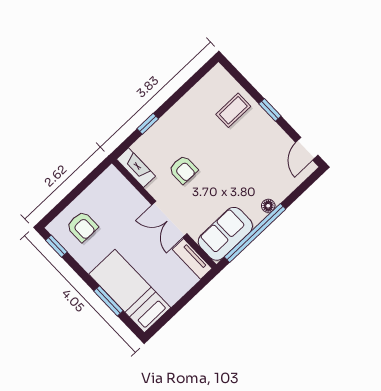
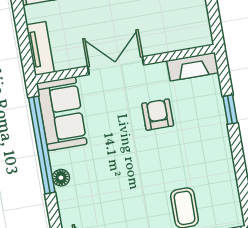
armchair: (183, 170) -> (158, 115), turned 90
tv unit: (192, 259) -> (40, 49), moved, turned 90

